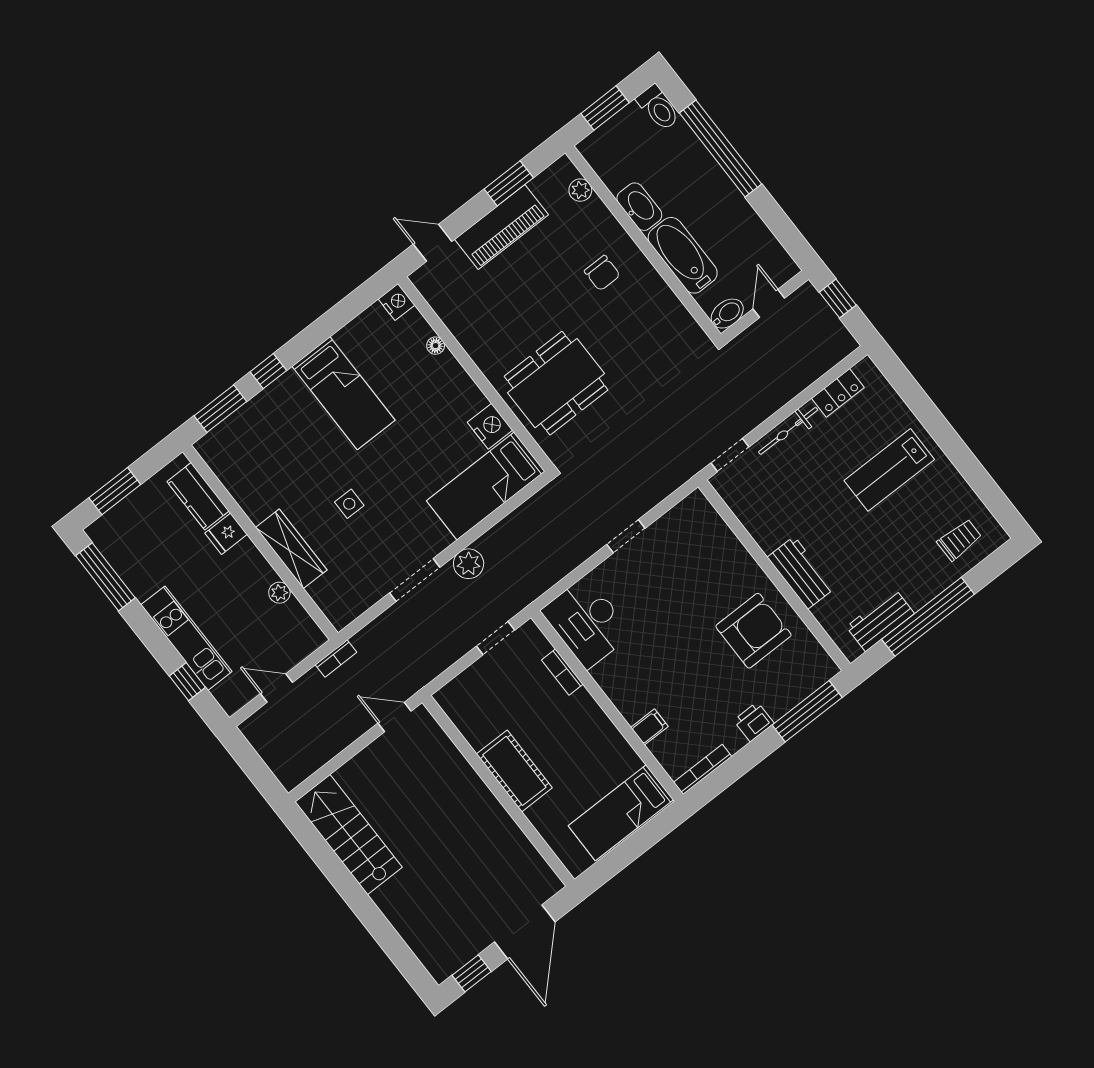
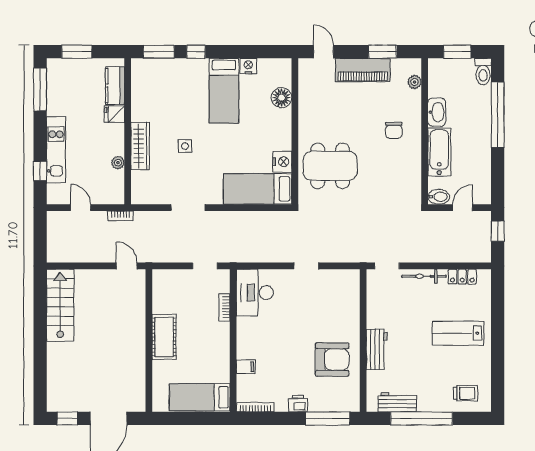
nightstand: (397, 302) -> (248, 66), moved, turned -90
floor lamp: (436, 346) -> (281, 98), width x1.89, depth x1.89
plant: (469, 564) -> (220, 220), removed

